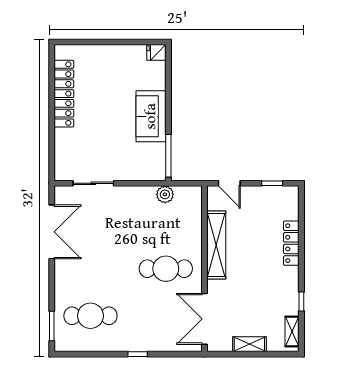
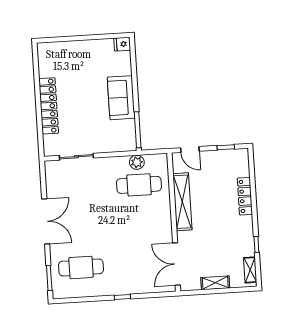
locker: (64, 94) -> (49, 106), moved
double door: (52, 232) -> (46, 221), moved
cafe table: (166, 269) -> (139, 185), moved

